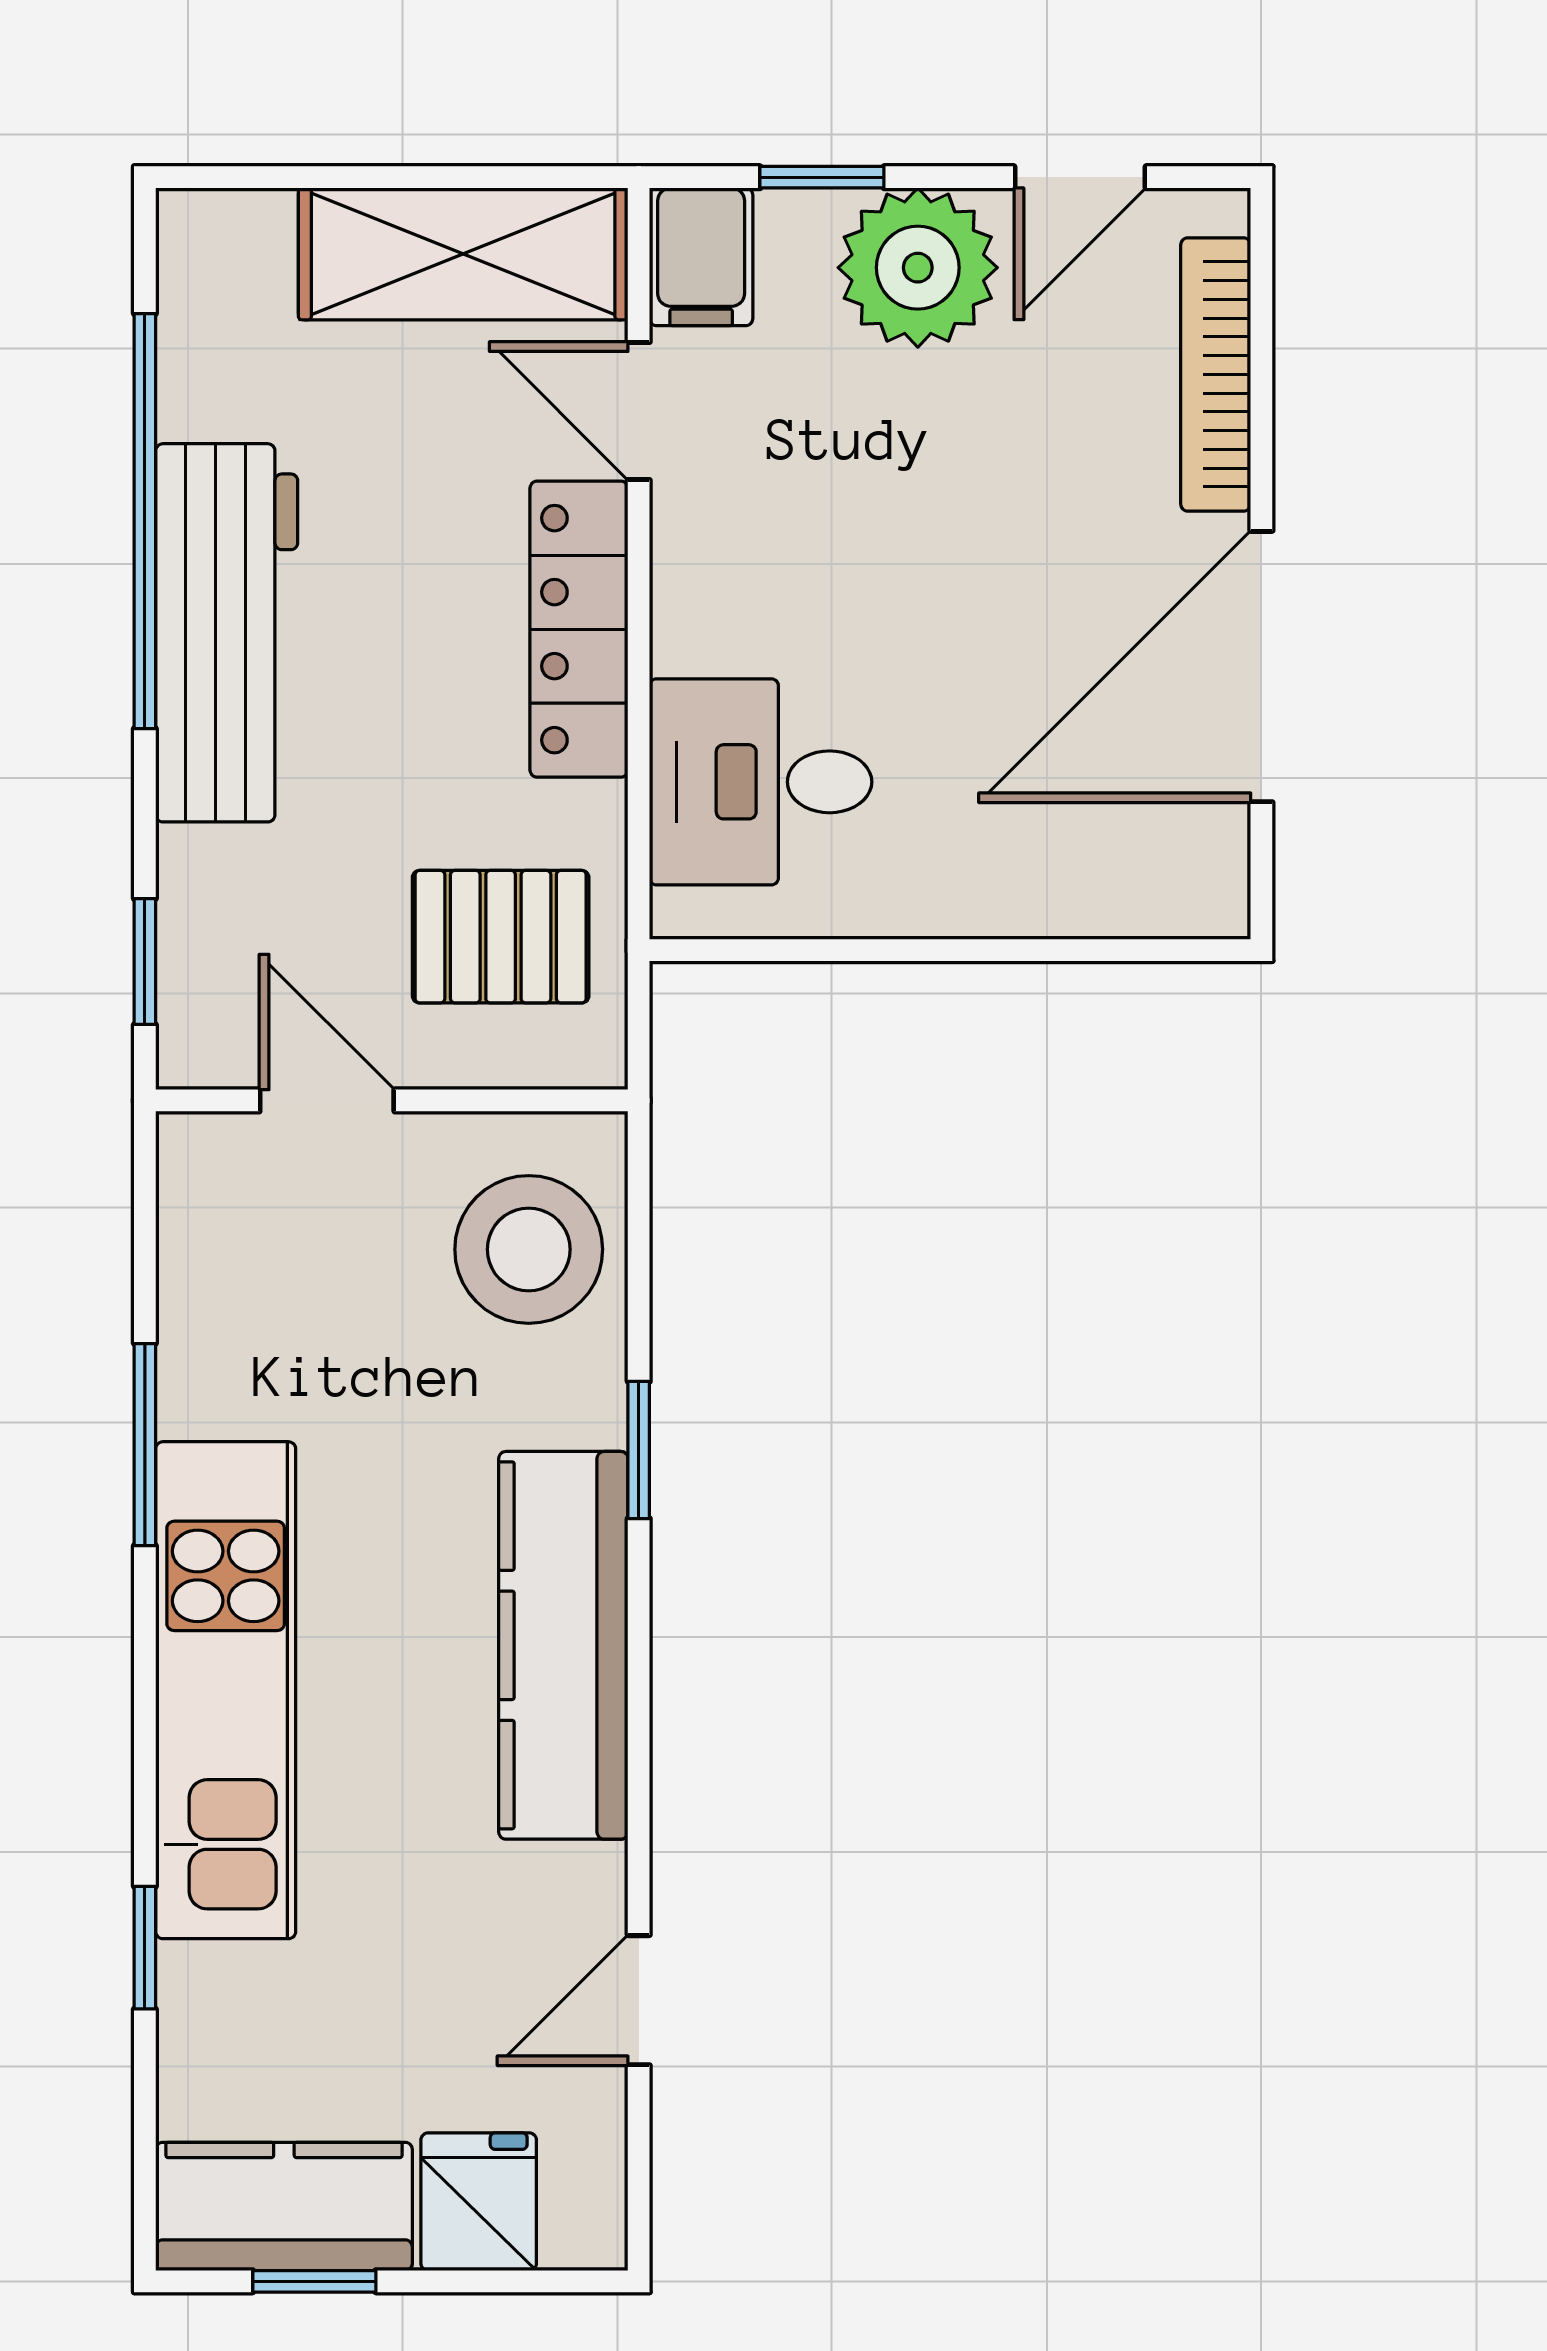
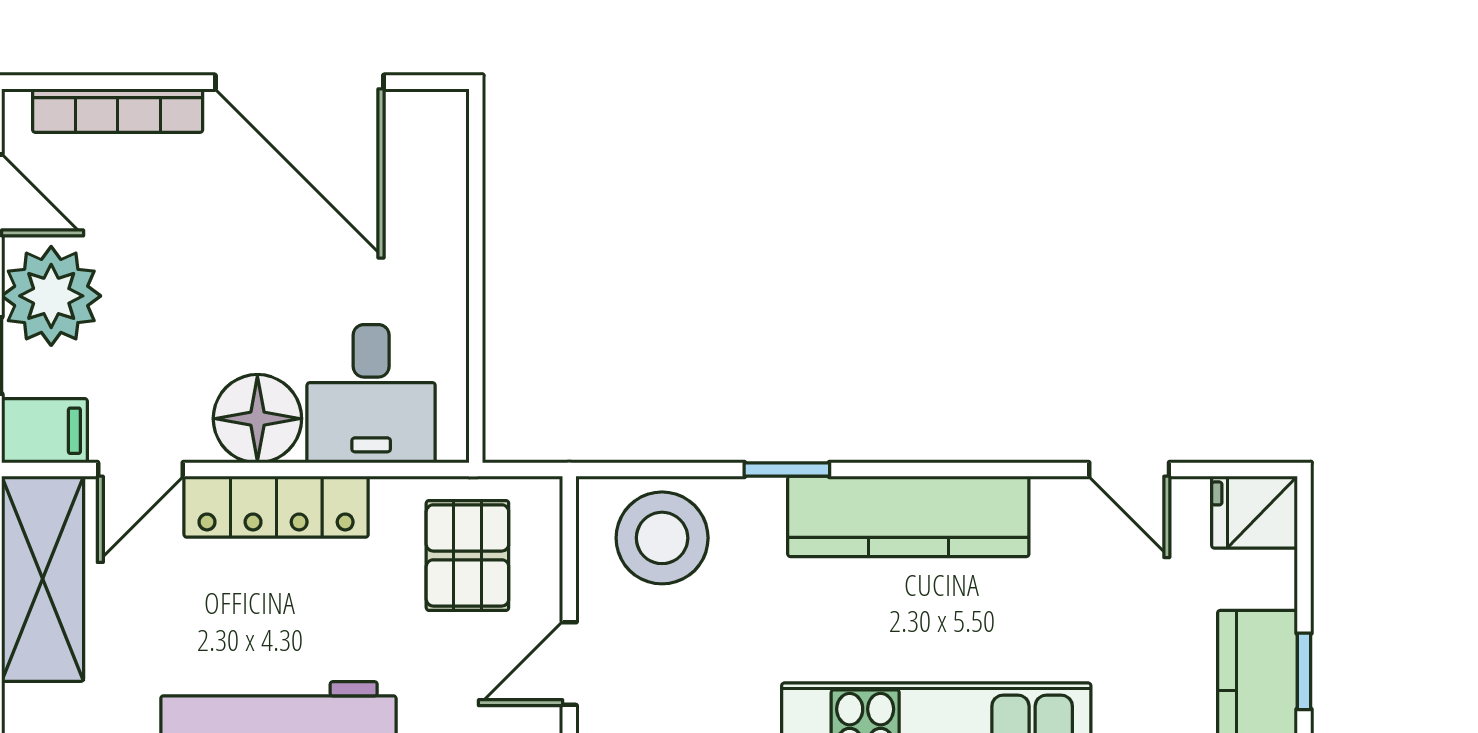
floor lamp: (721, 599) -> (257, 419), added
fridge: (479, 2202) -> (1255, 512), moved

